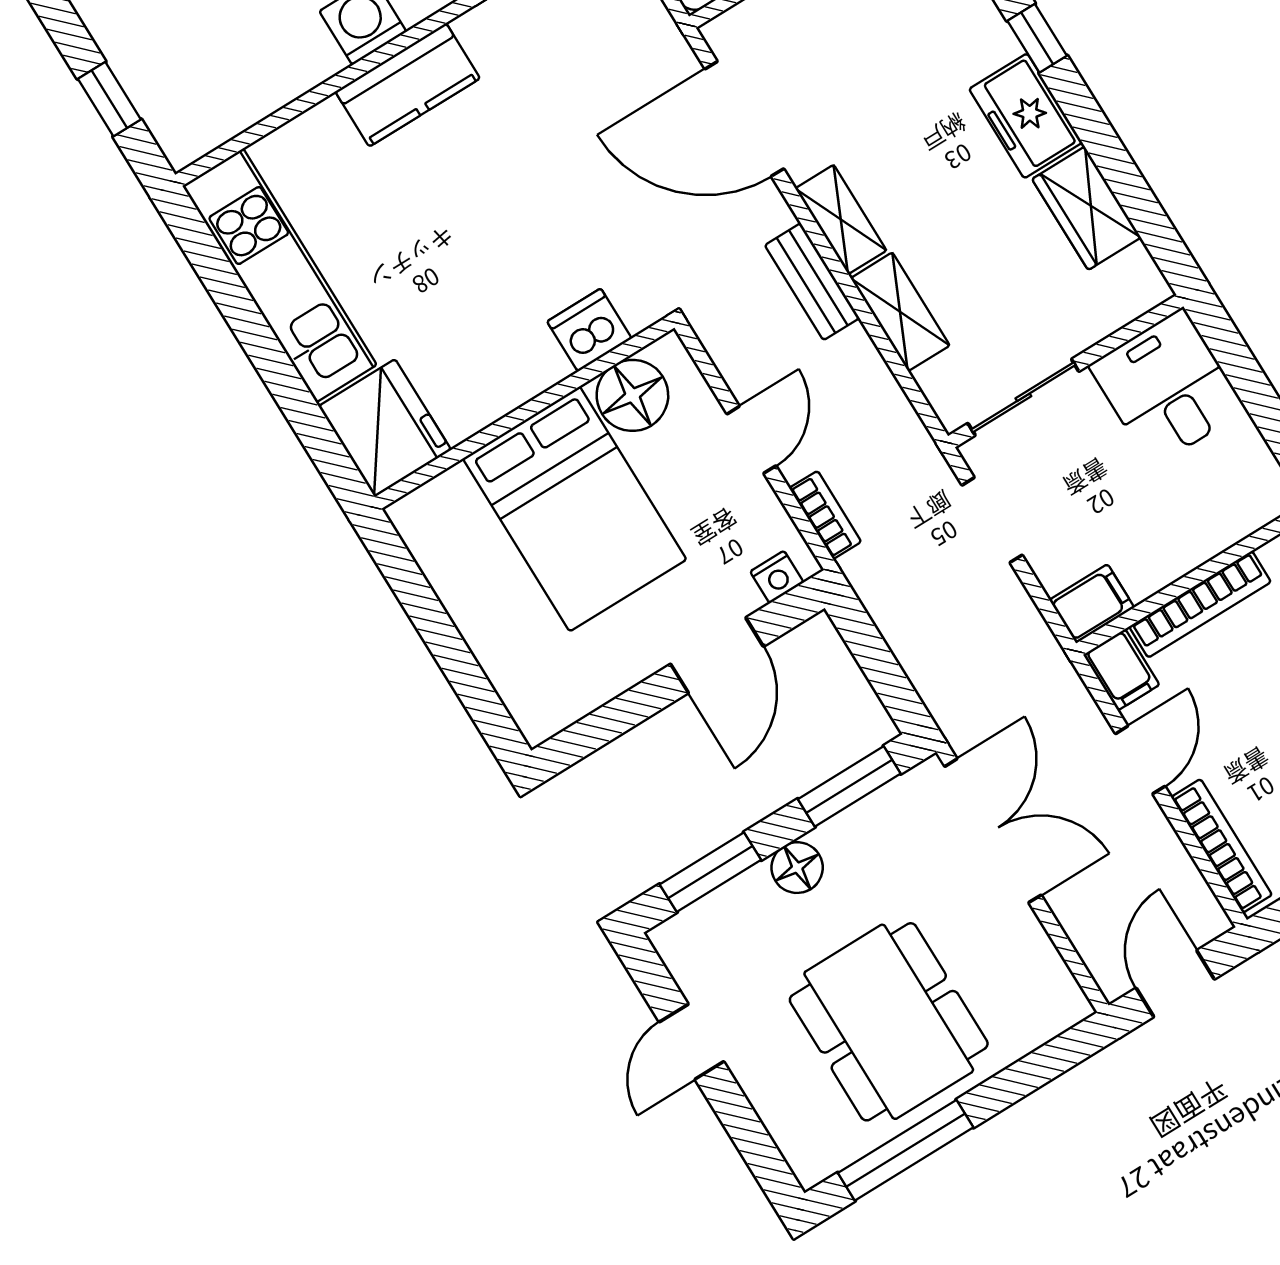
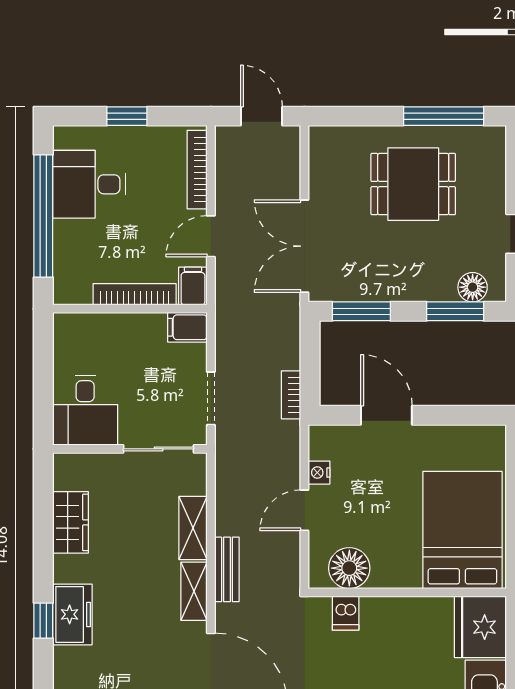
freezer: (1026, 116) -> (72, 614), moved
dishwasher: (589, 330) -> (346, 613), width x0.73
bed: (575, 509) -> (462, 530), moved
bookcase: (825, 515) -> (291, 395), moved
nightstand: (777, 577) -> (319, 473), moved, turned -90
door: (717, 655) -> (386, 415), hinge flipped
floor lamp: (797, 868) -> (473, 287), moved
door: (1175, 984) -> (261, 116), swing flipped
dining table: (889, 1022) -> (413, 184), width x0.73

